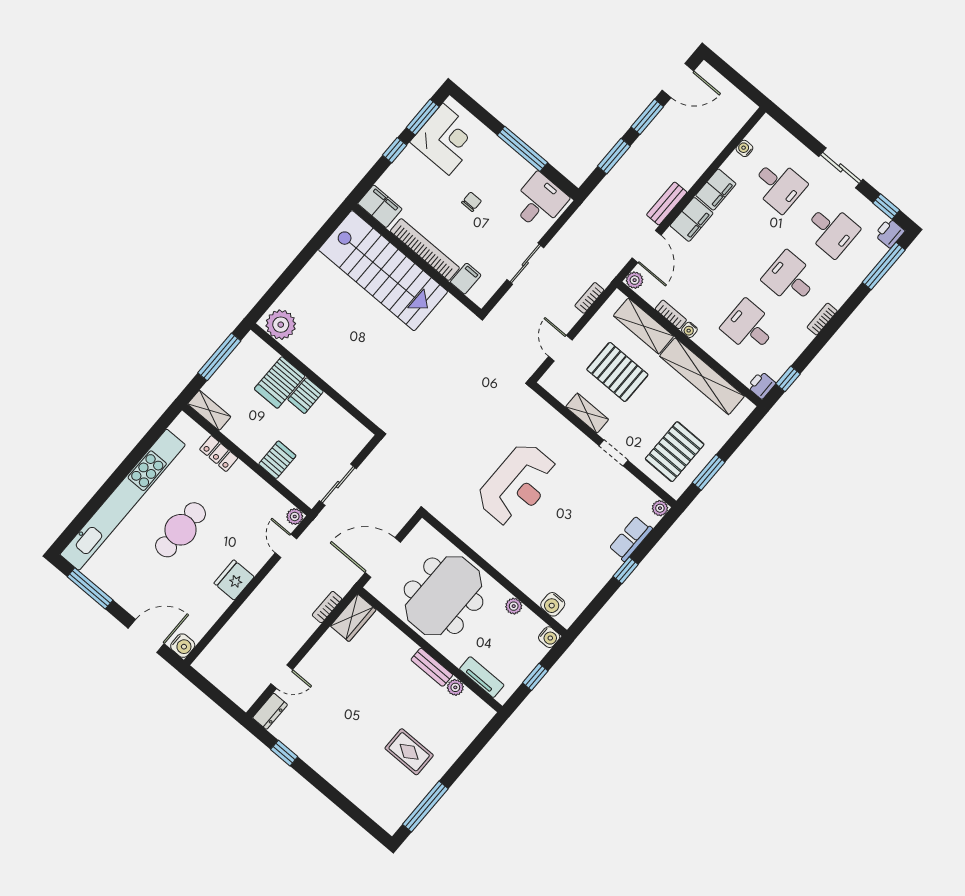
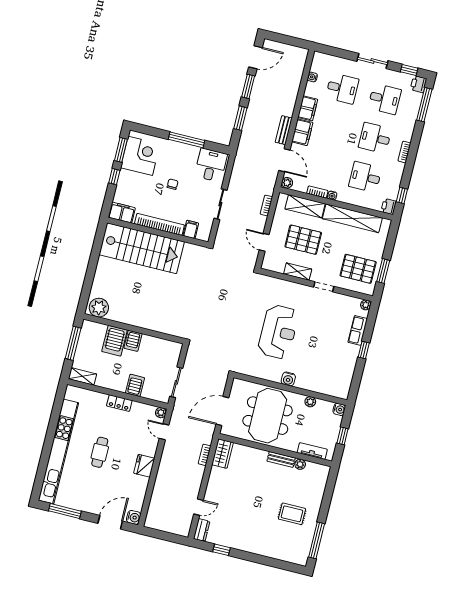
pallet: (675, 452) -> (358, 269), turned 90
locker: (219, 454) -> (119, 403), moved
cafe table: (181, 530) -> (100, 452), width x0.73, depth x0.74
water cooler: (553, 604) -> (288, 379), moved

